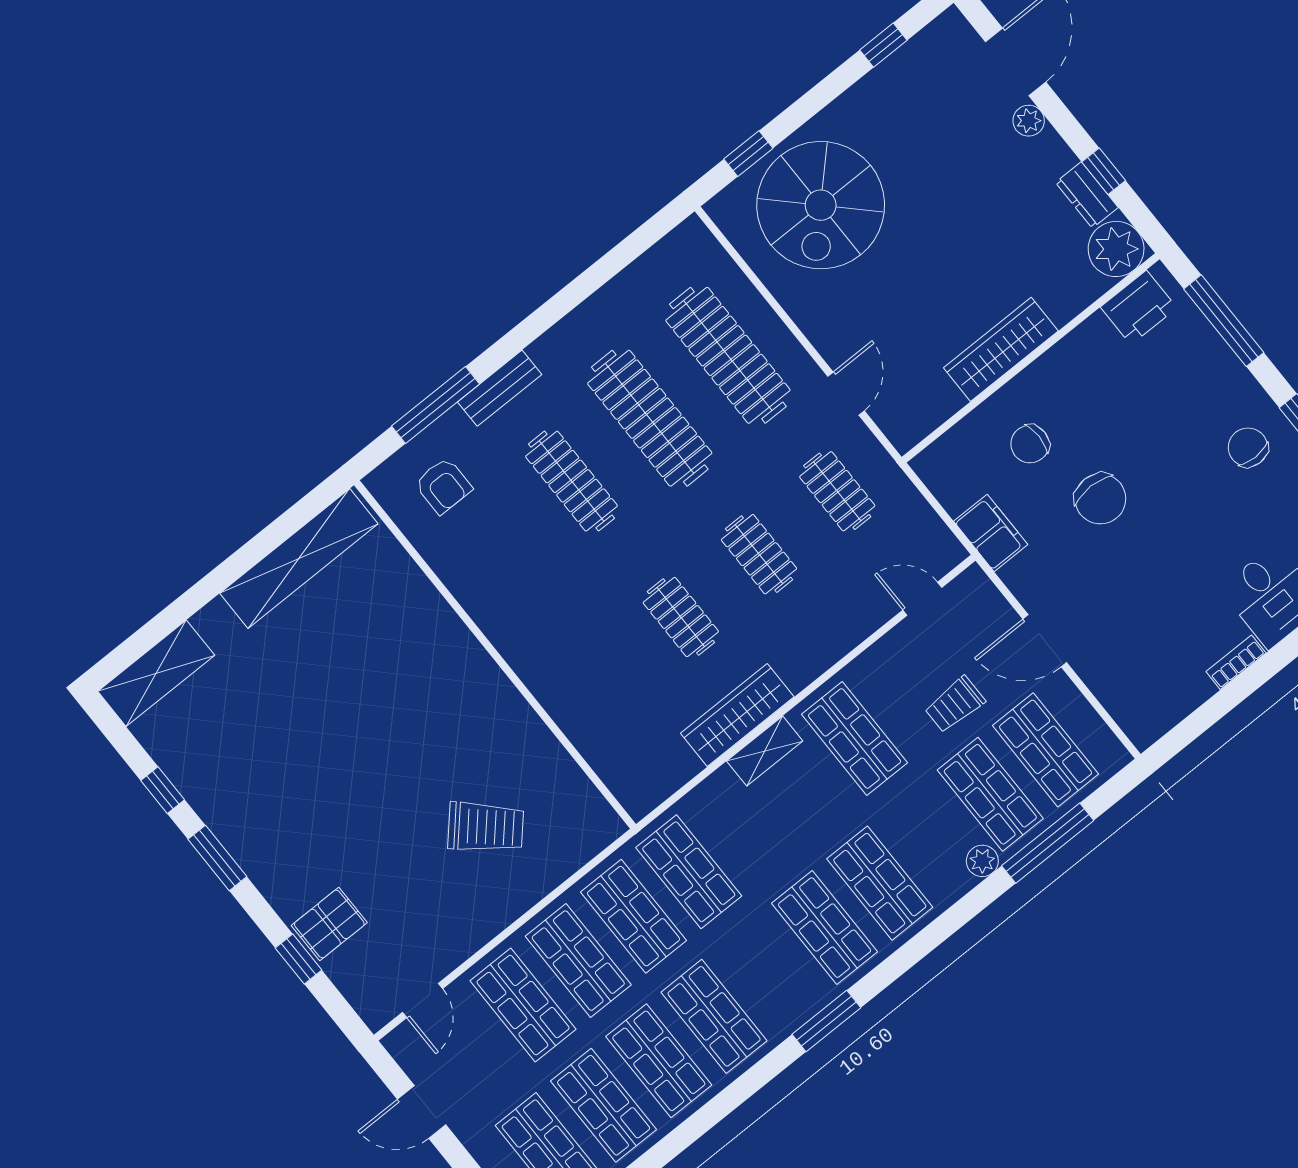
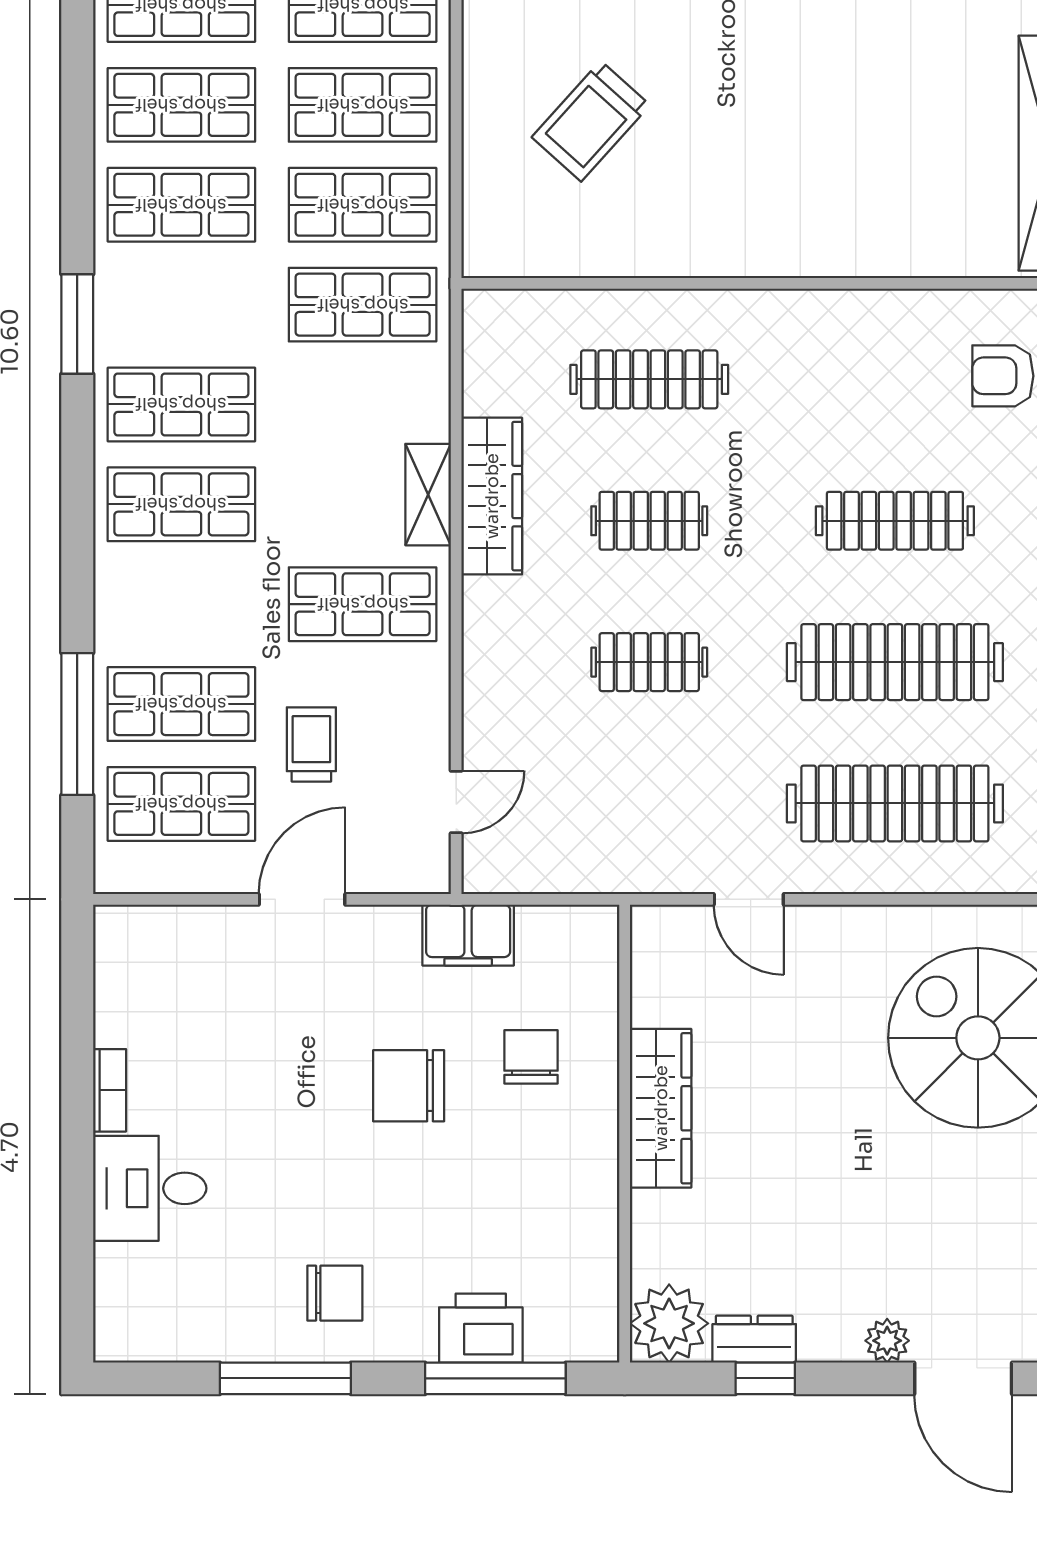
printer: (1139, 307) -> (481, 1328), moved, turned 90
clothes rail: (837, 491) -> (649, 379), moved, width x1.36
plant: (982, 861) -> (115, 636), removed

